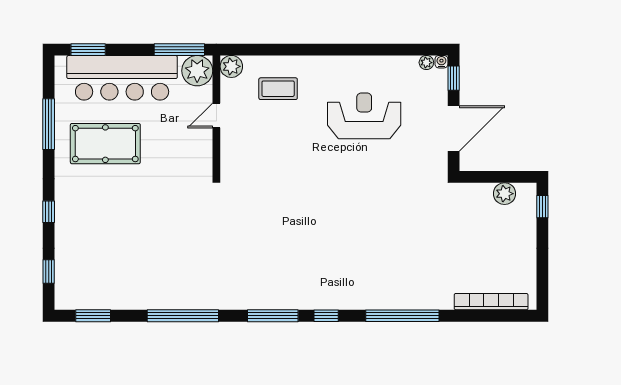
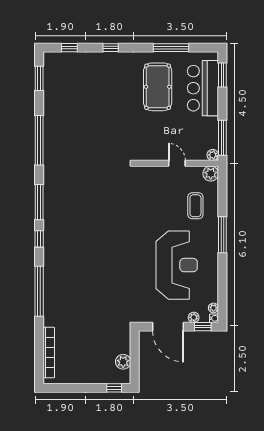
window: (320, 50) -> (222, 235), added
plant: (197, 71) -> (213, 155), width x0.53, depth x0.53
bar counter: (122, 78) -> (203, 88), width x0.73
plant: (440, 91) -> (194, 317), added
reception desk: (364, 116) -> (177, 265), width x1.36, depth x1.30

